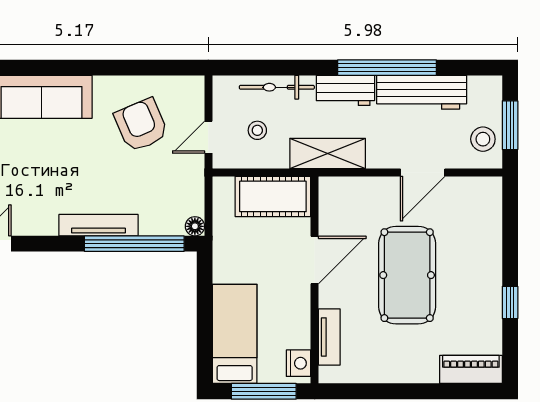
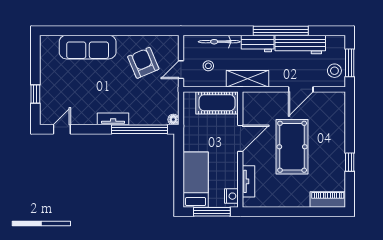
tv unit: (98, 225) -> (113, 119), width x0.71

